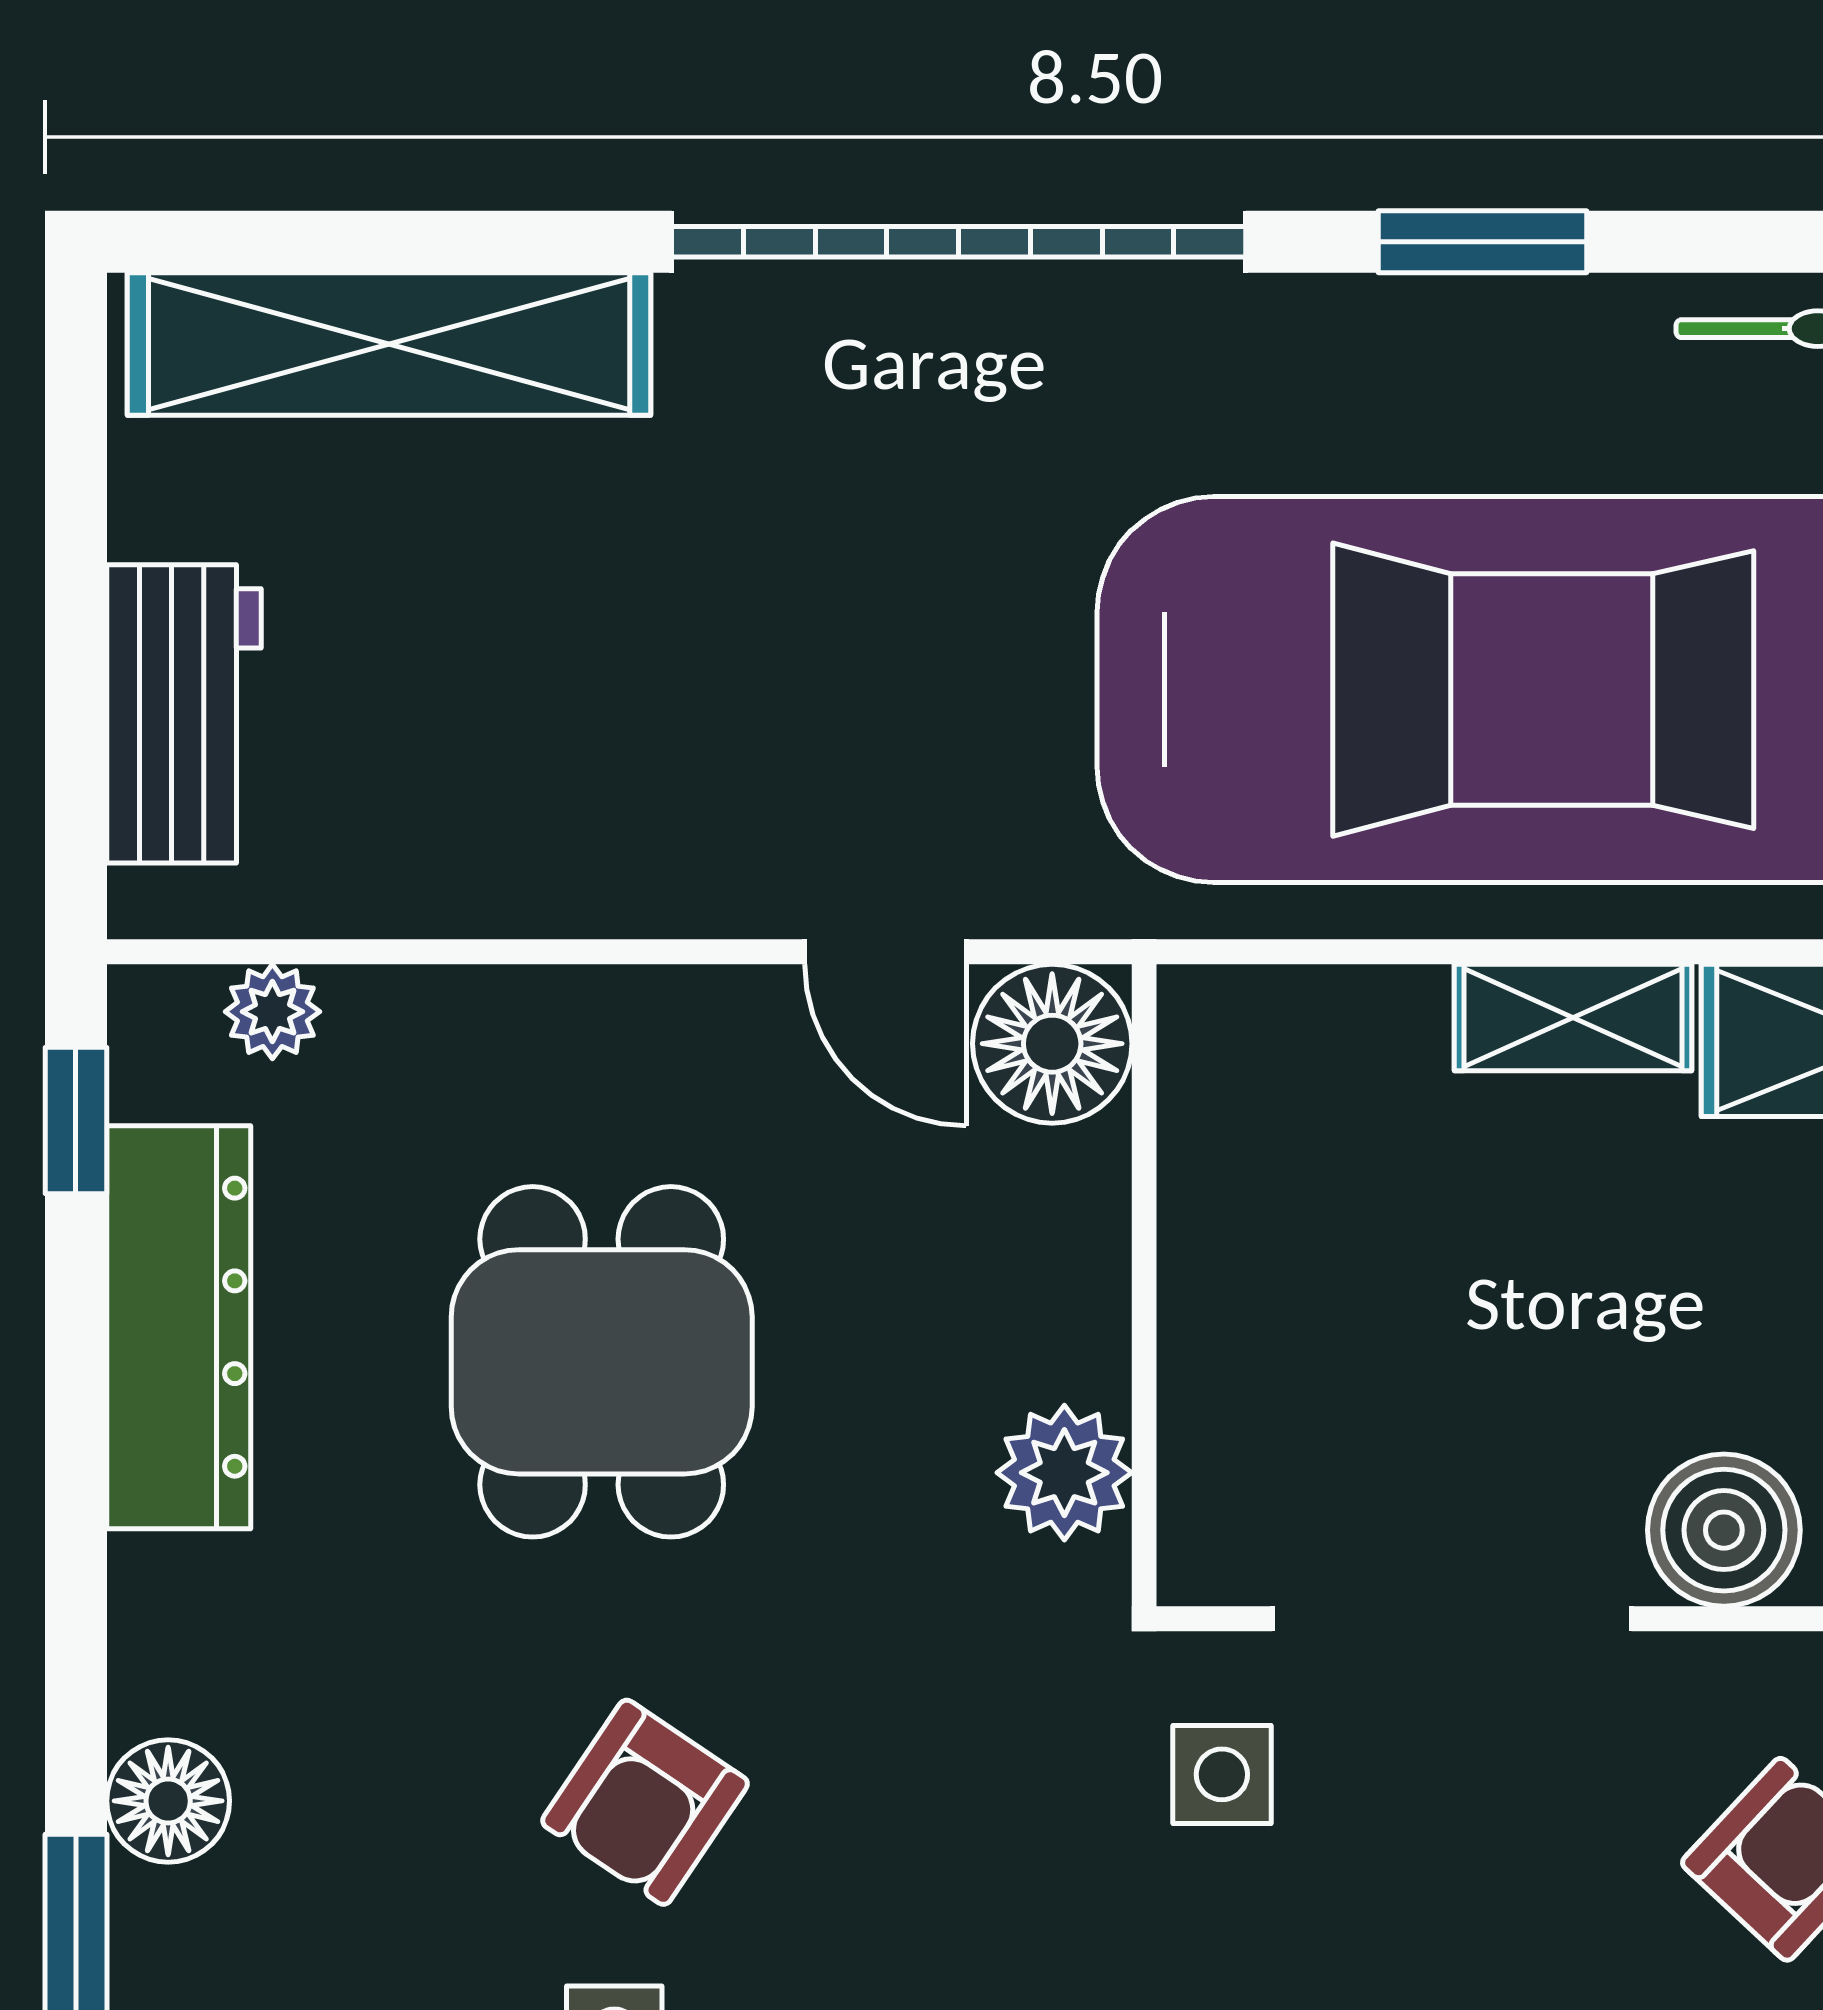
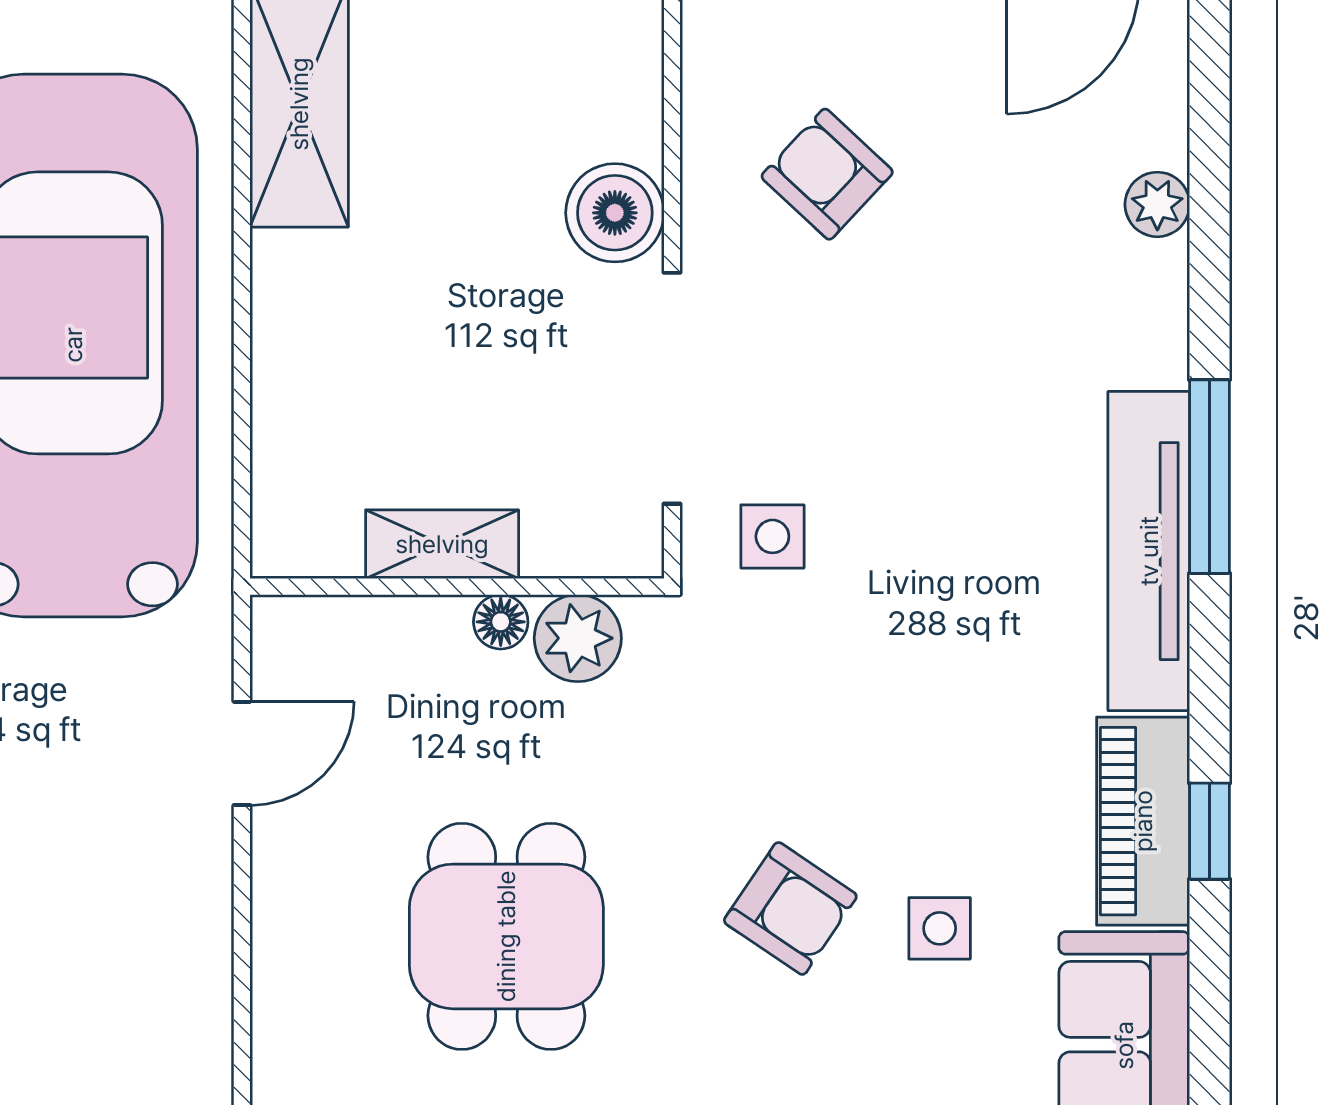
shelving: (1573, 1018) -> (442, 544), moved, turned 90
floor lamp: (1052, 1044) -> (501, 622), moved, width x0.53, depth x0.53
dining table: (602, 1362) -> (506, 936), turned 90

